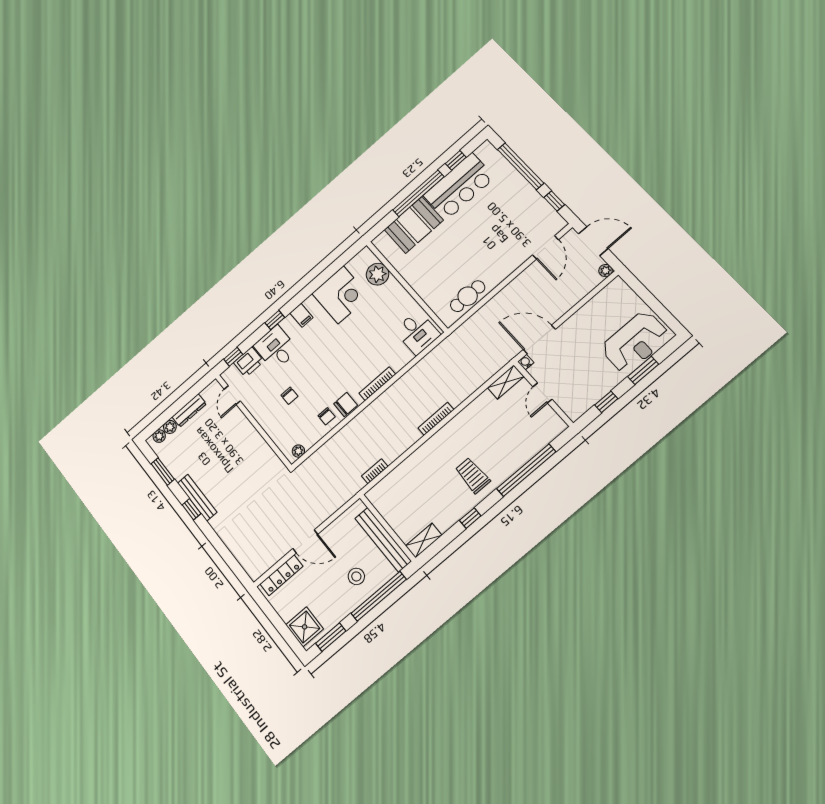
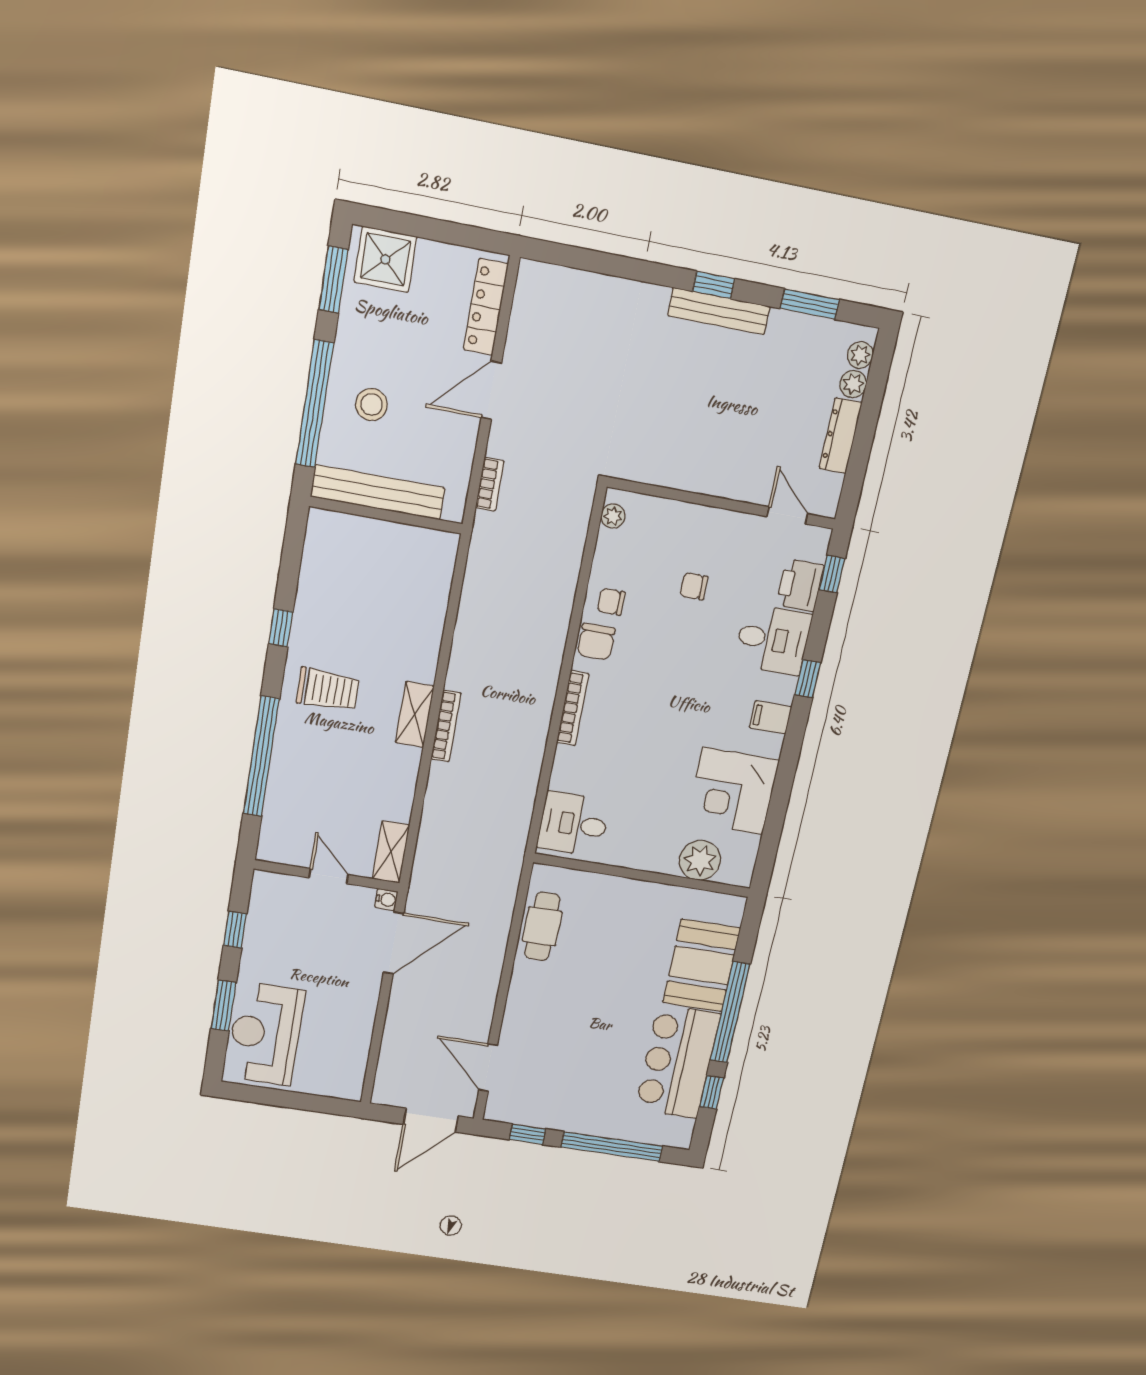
plant: (606, 271) -> (382, 1095), removed
bookcase: (375, 471) -> (490, 484), moved
shelving: (424, 540) -> (415, 714), moved

